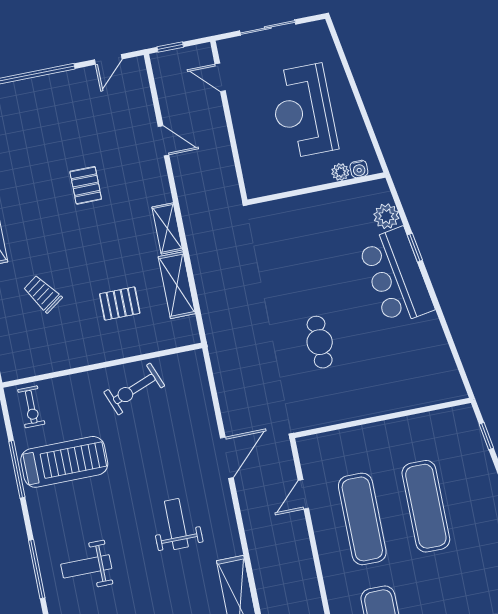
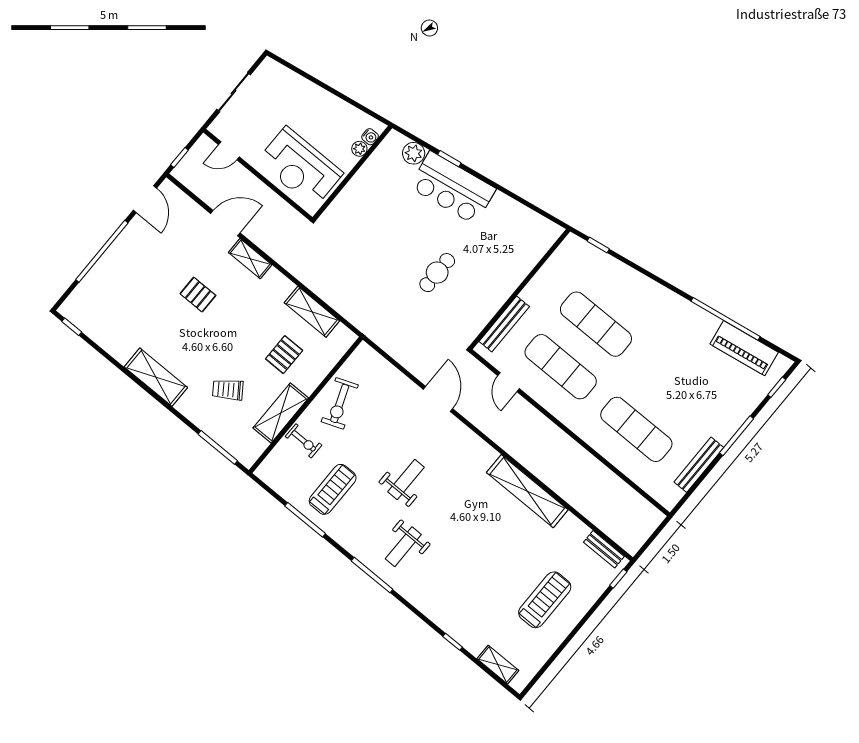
door: (108, 59) -> (145, 199), width x1.38
reception desk: (303, 111) -> (300, 167), moved
door: (164, 141) -> (225, 223), width x1.38
shelving: (167, 228) -> (250, 259), moved
cafe table: (320, 342) -> (437, 273), turned 90
shelving: (74, 354) -> (281, 413), added
exercise bike: (31, 407) -> (304, 441), moved
bench: (343, 438) -> (504, 324), added
treadmill: (64, 462) -> (333, 489), width x0.73, depth x0.73
weight bench: (176, 524) -> (406, 480), moved, turned 90

